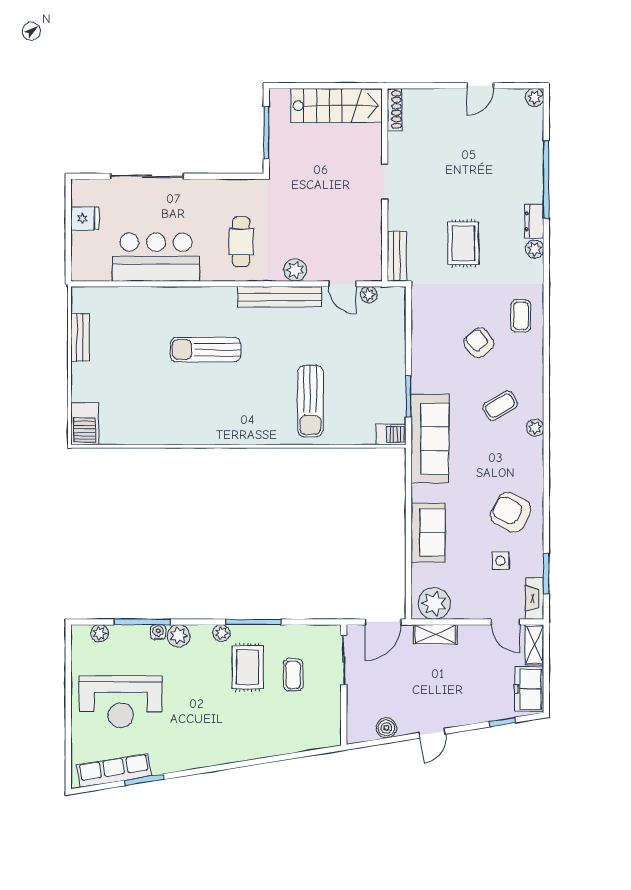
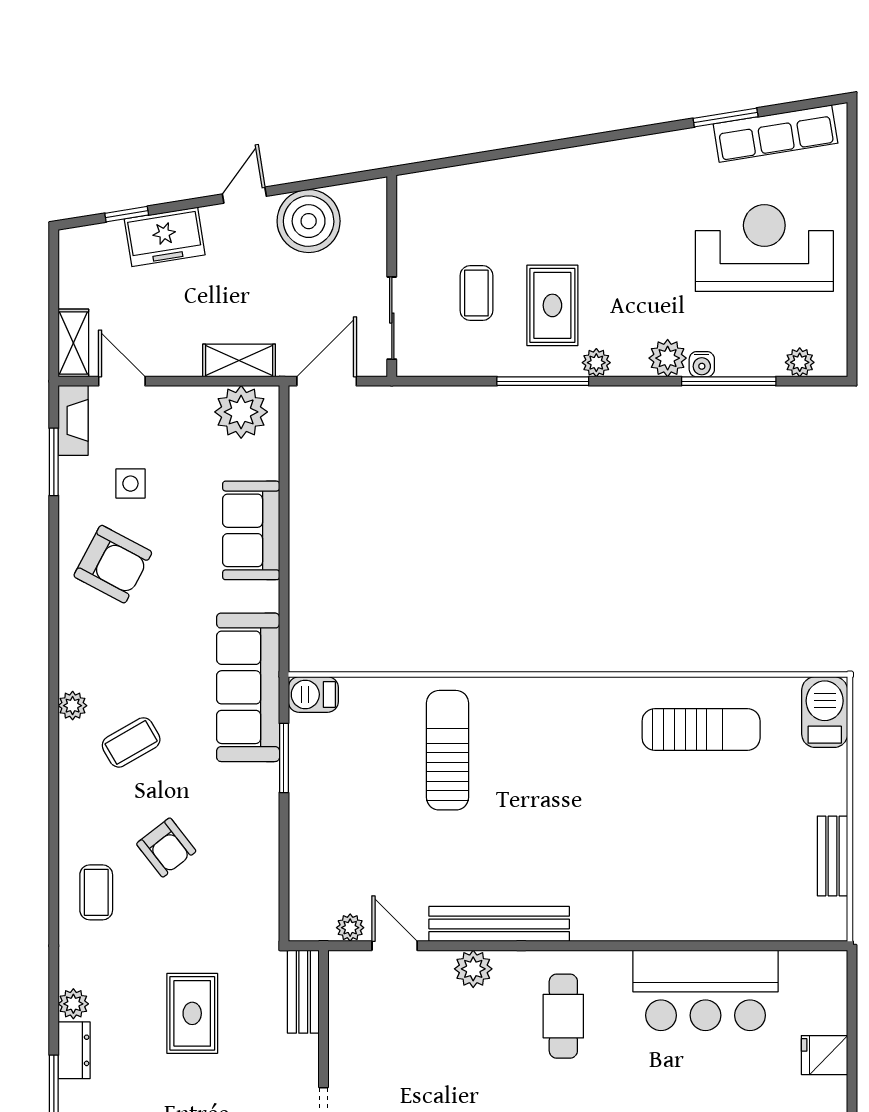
sun lounger: (205, 350) -> (701, 729), moved
freezer: (529, 689) -> (165, 237), moved, turned 81
boiler: (386, 728) -> (309, 221), width x1.86, depth x1.86

